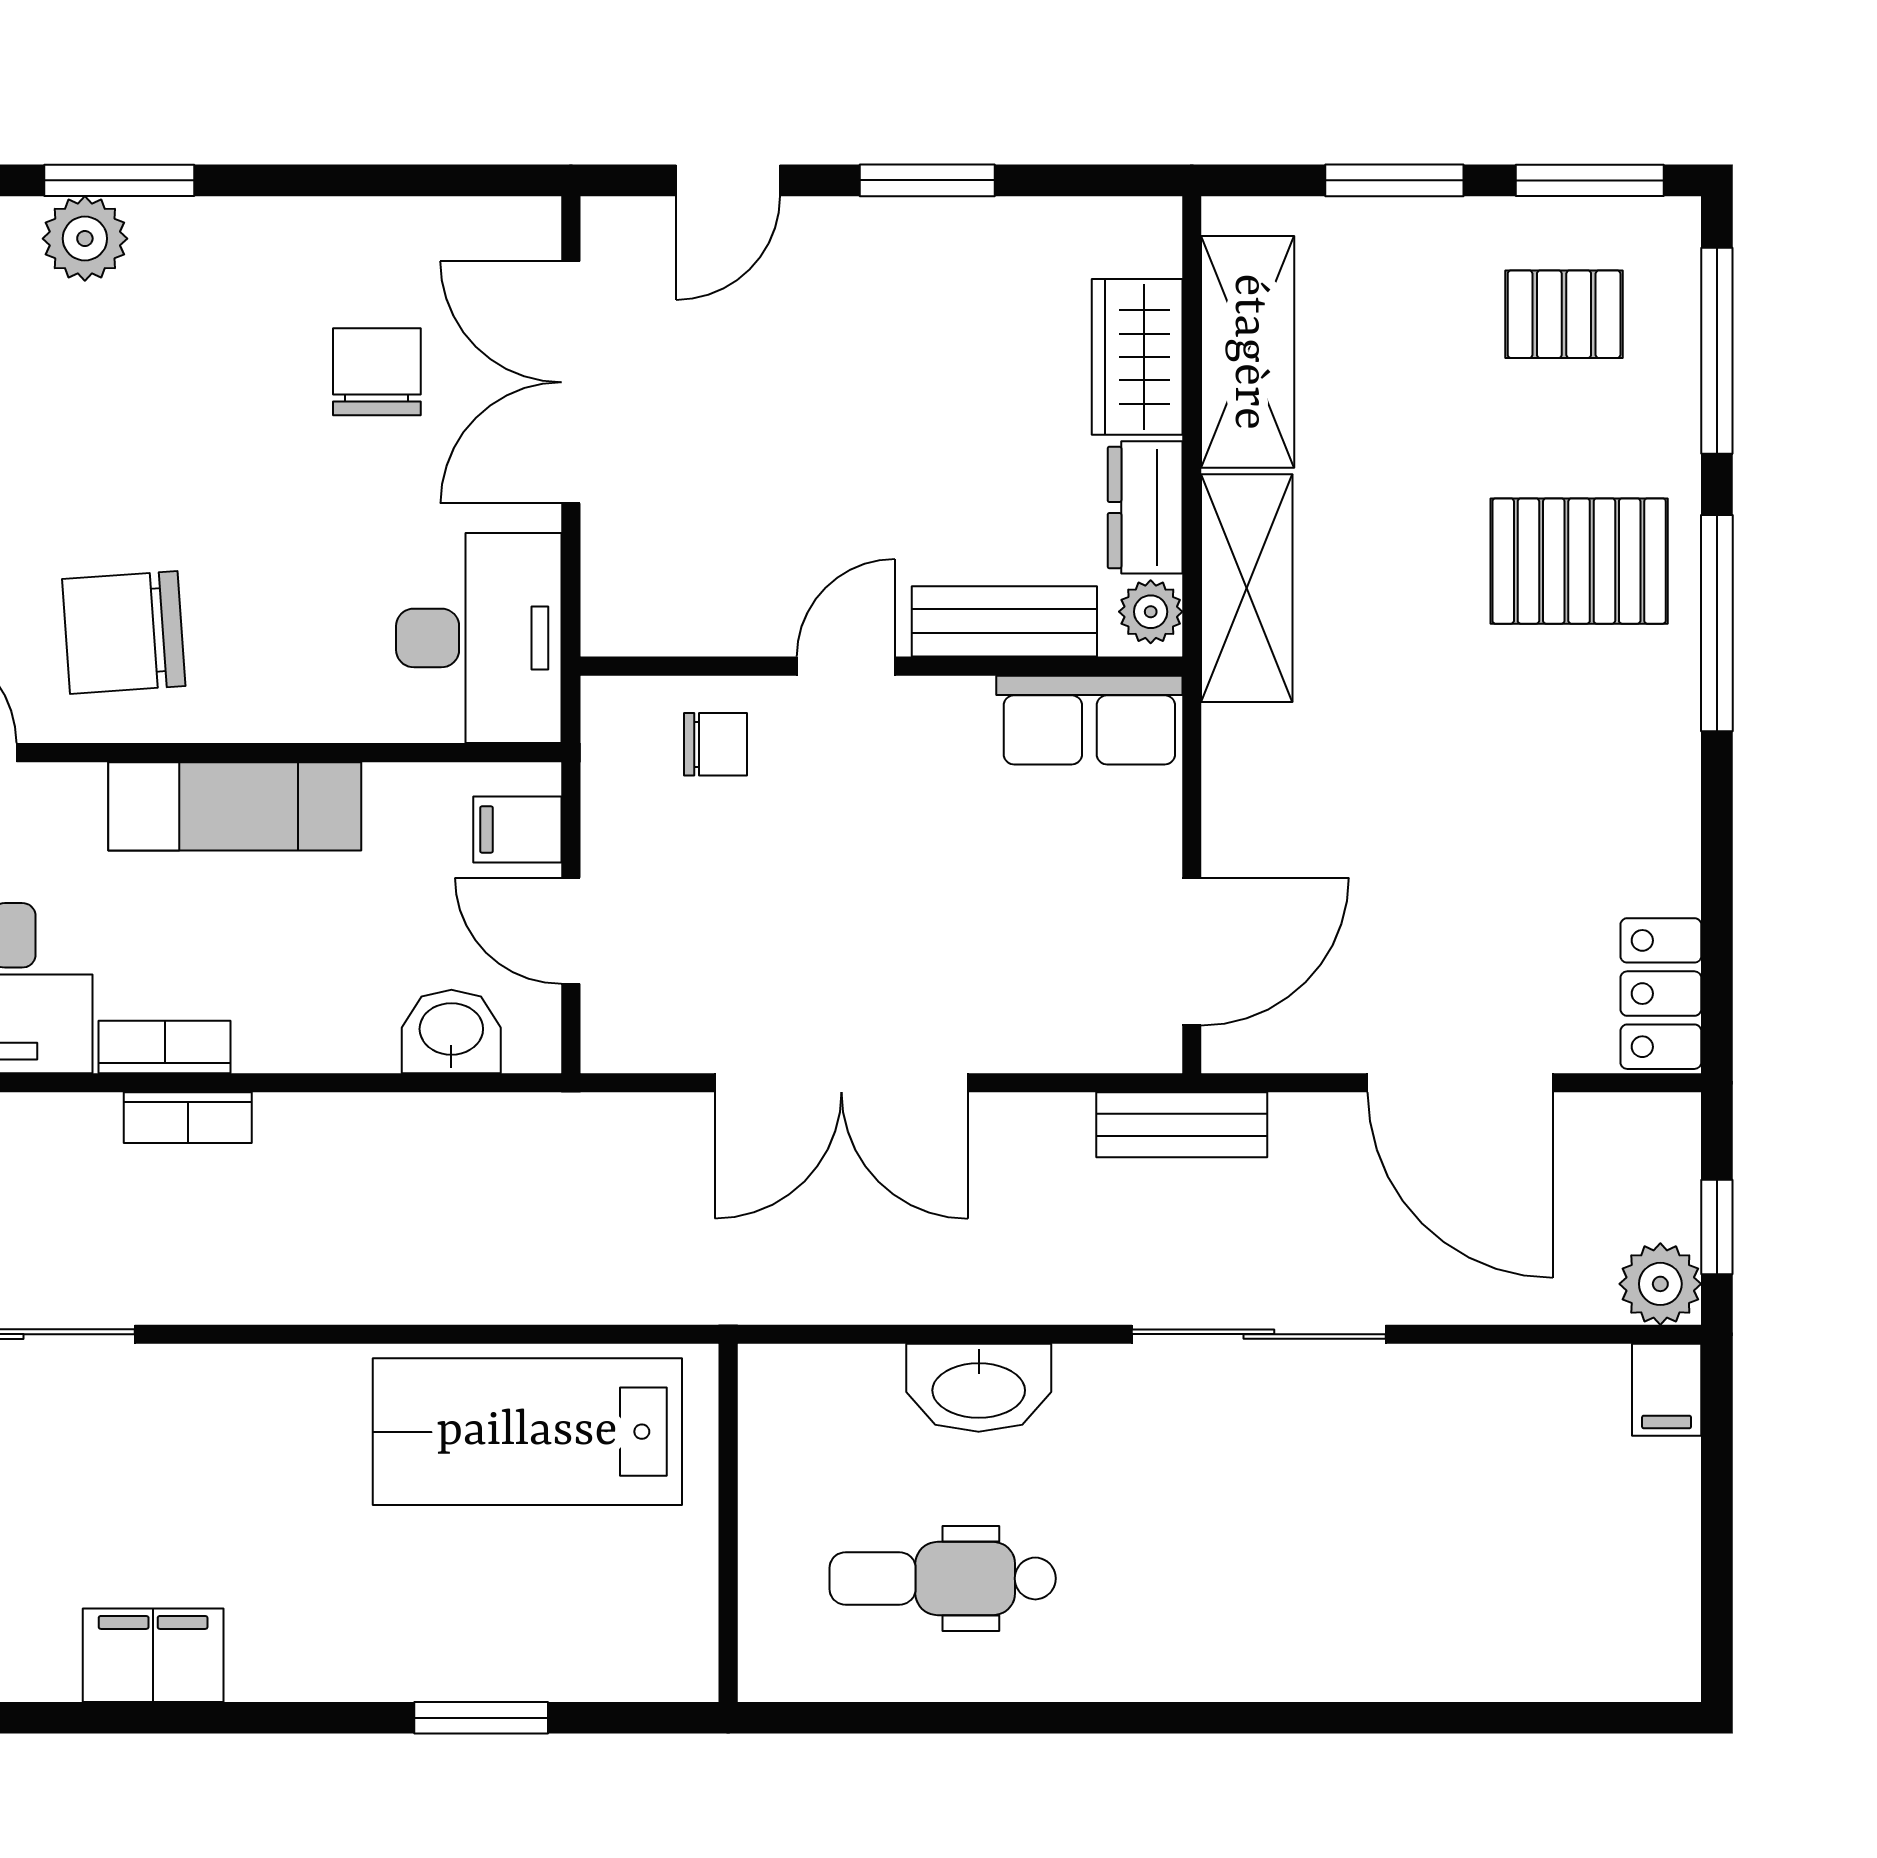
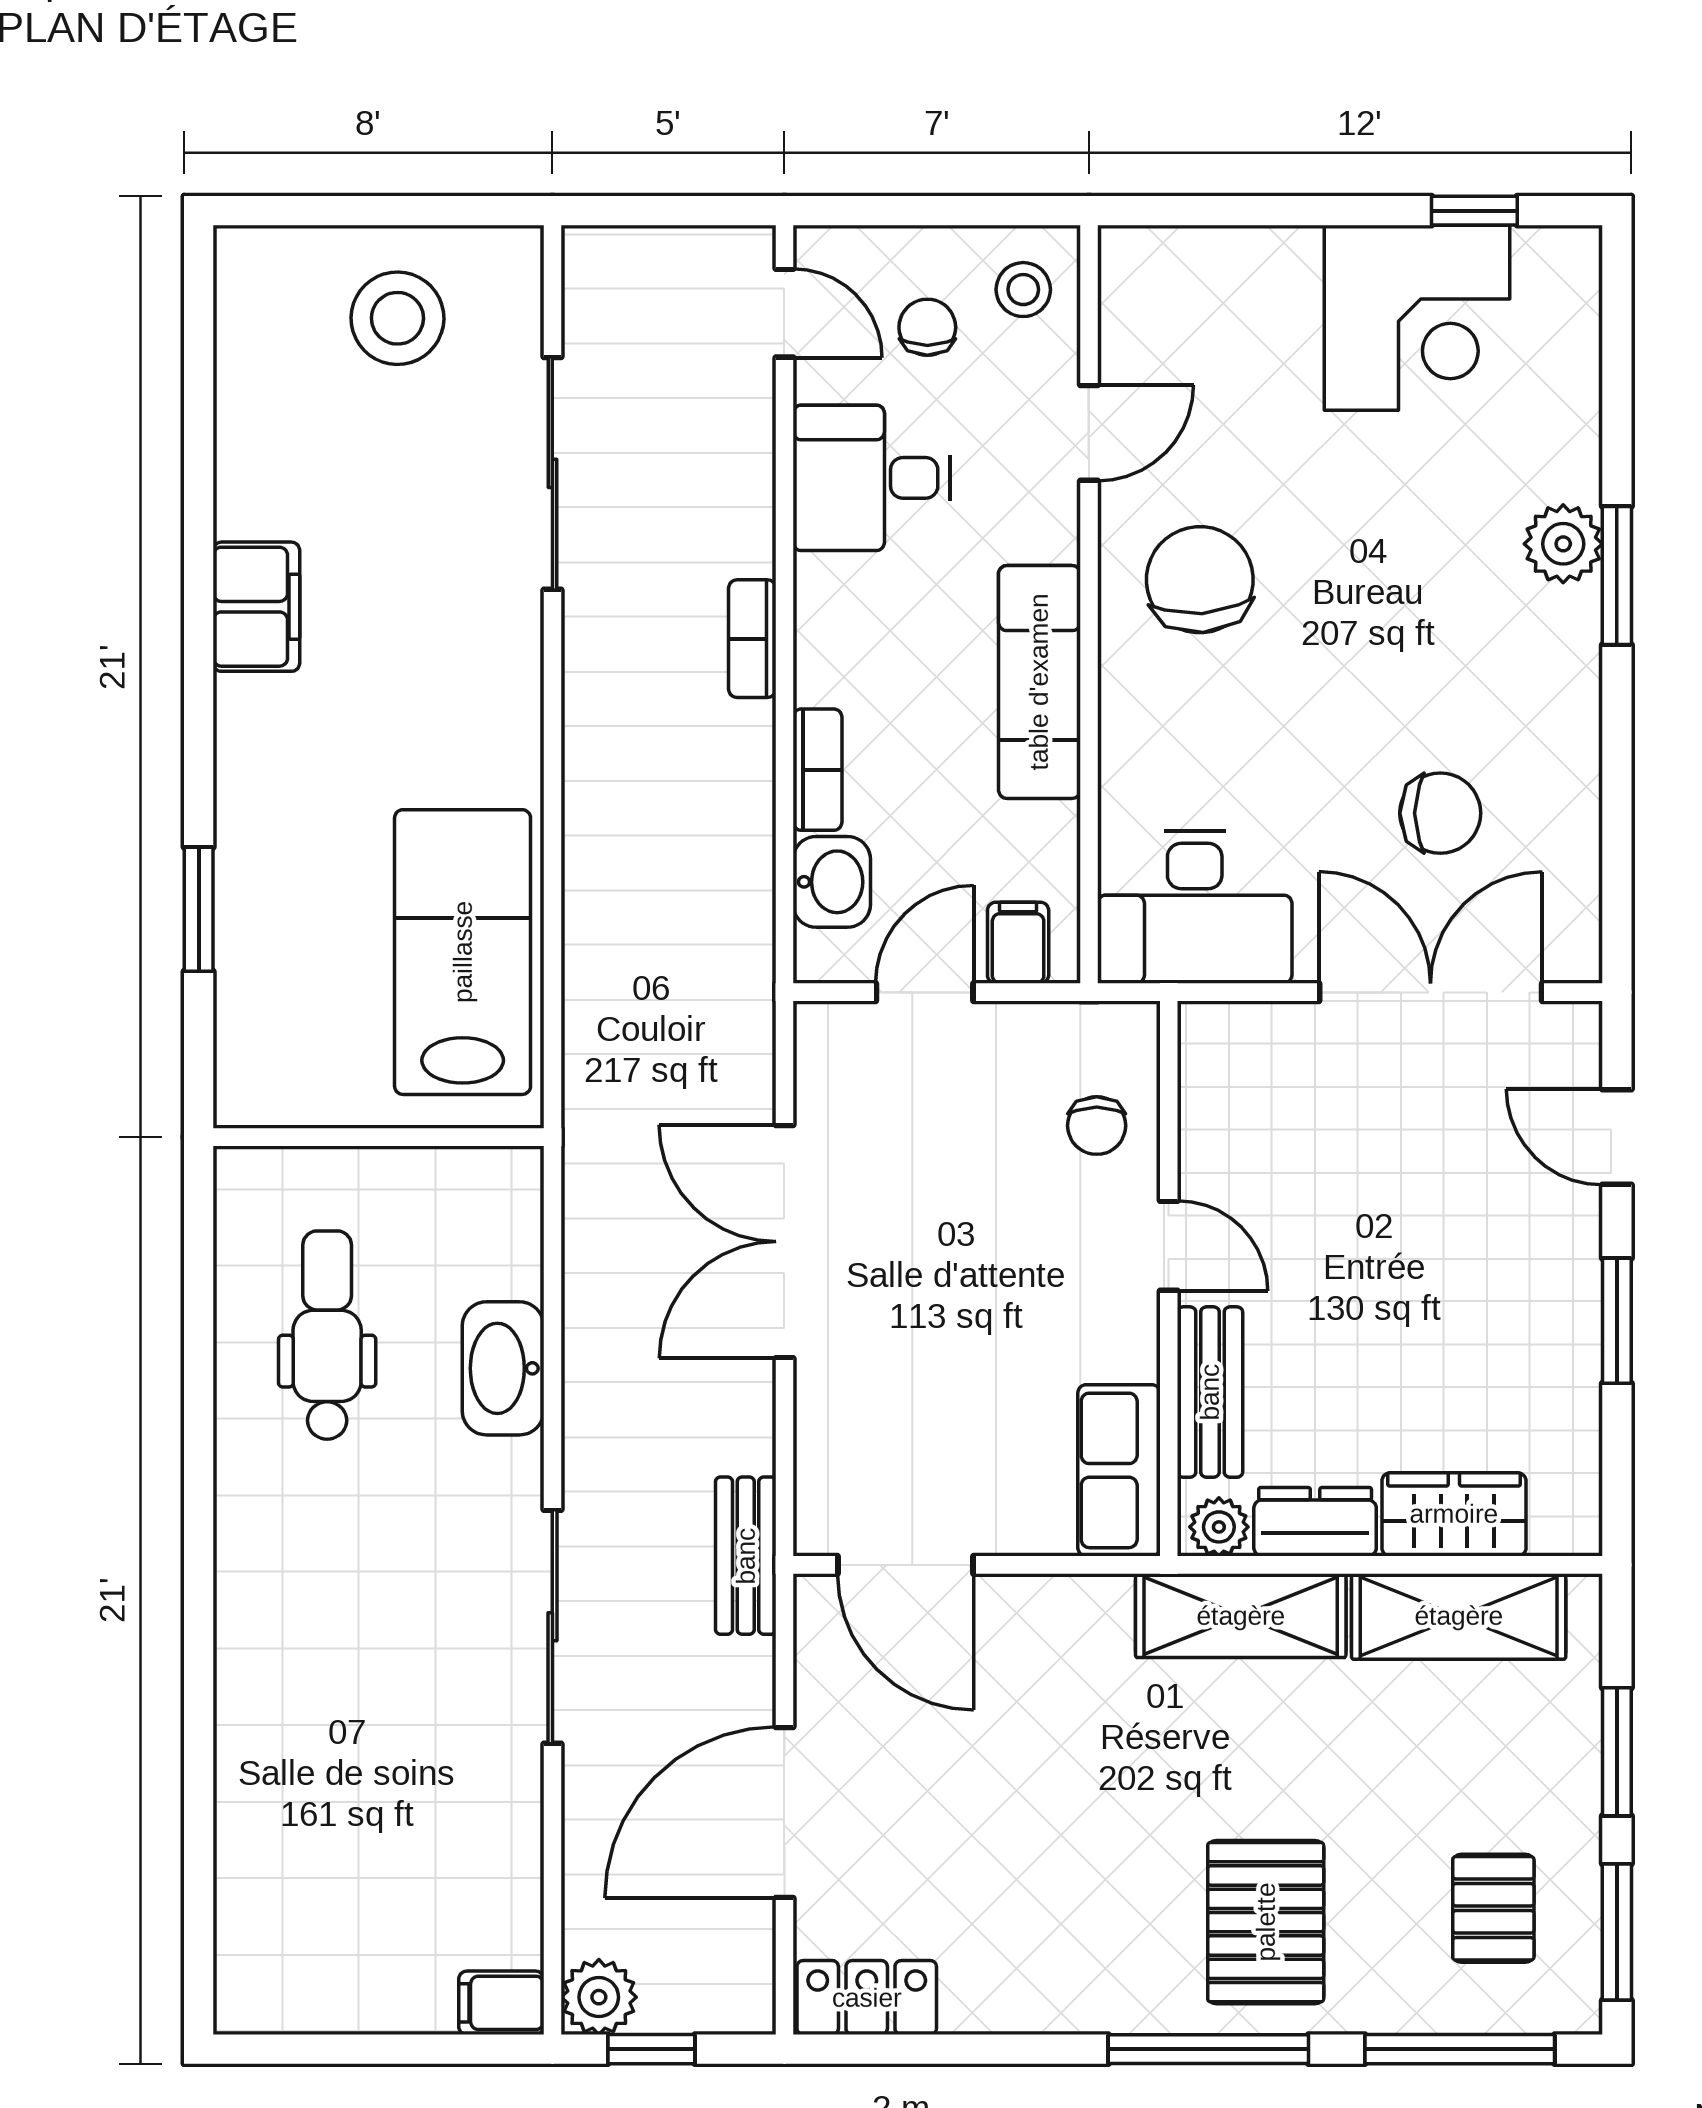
bookcase: (165, 1047) -> (818, 770), moved

